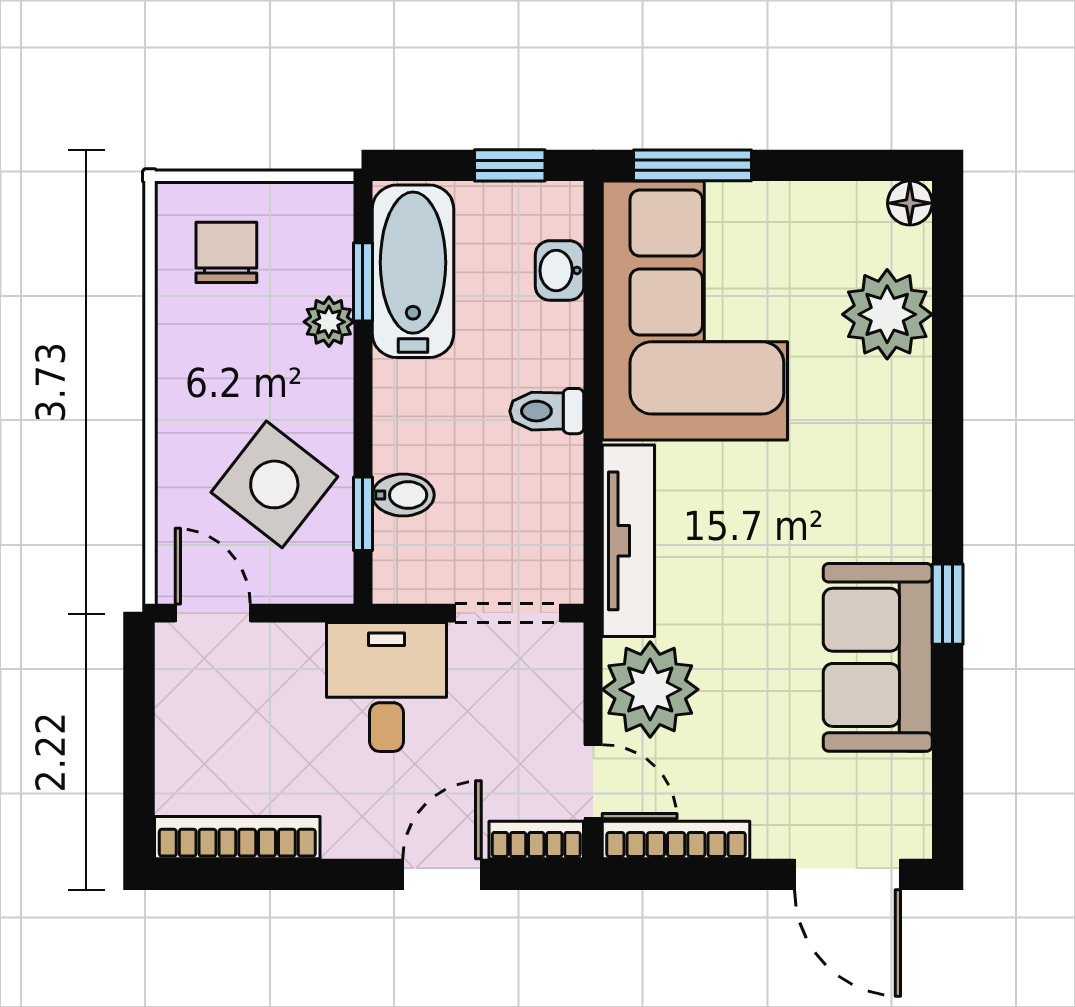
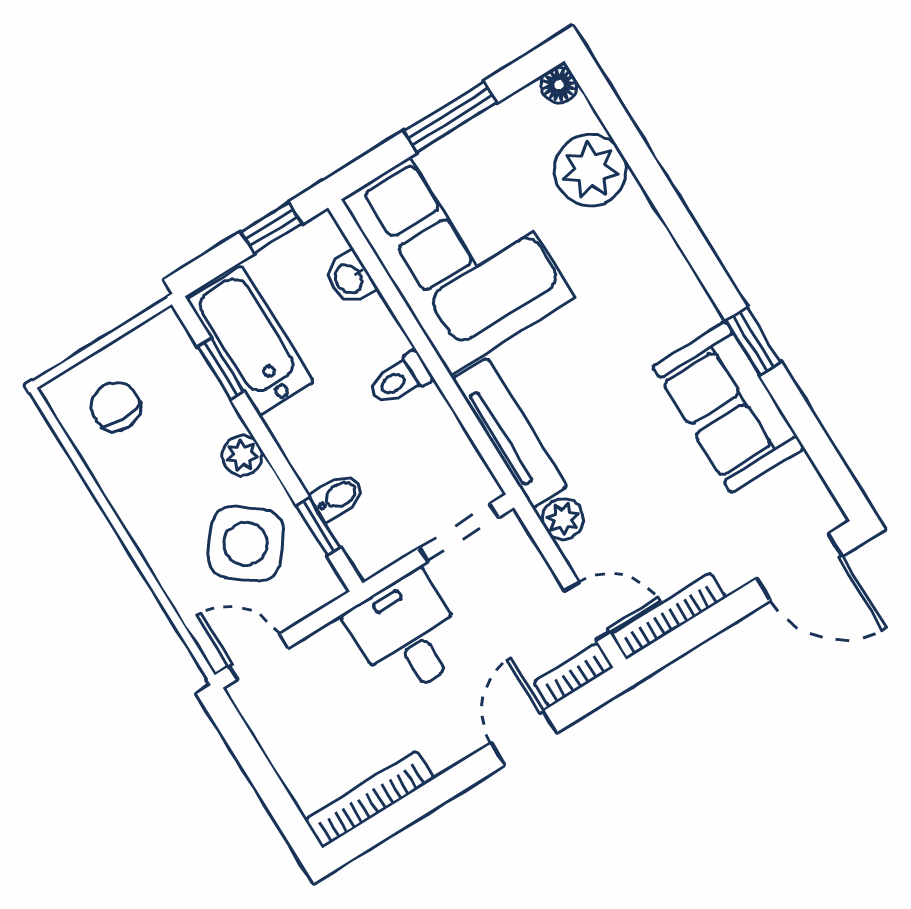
window: (693, 165) -> (450, 117), moved
plant: (329, 322) -> (242, 455), moved
plant: (650, 689) -> (563, 519), width x0.53, depth x0.53

